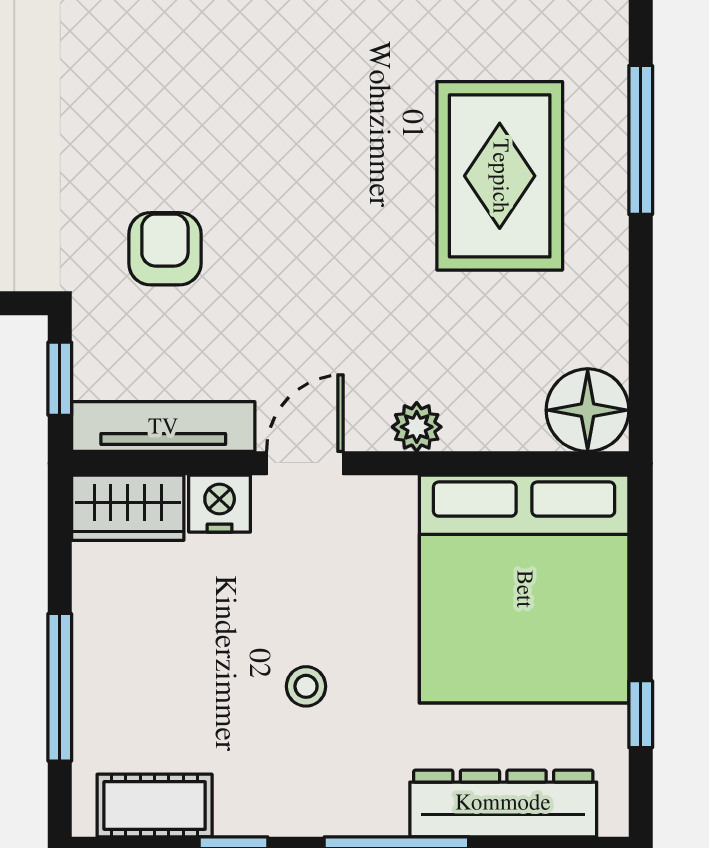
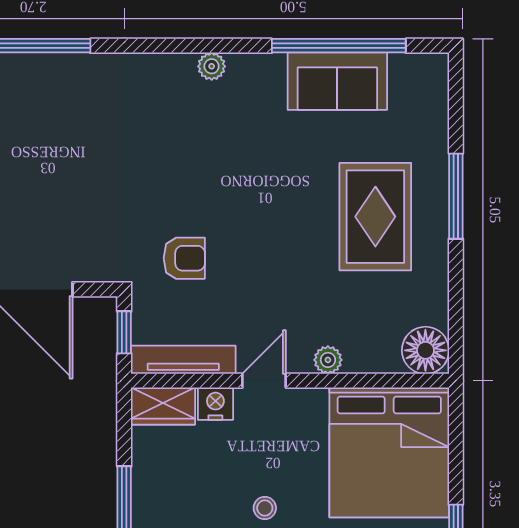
armchair: (165, 249) -> (184, 258), turned 90

